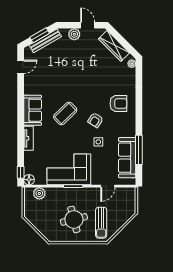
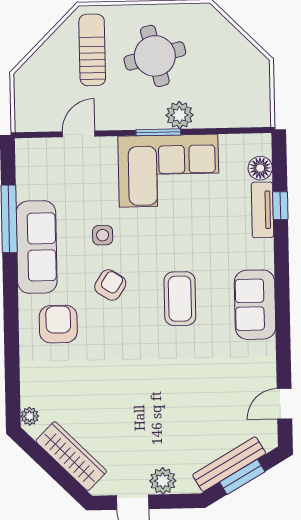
armchair: (118, 104) -> (58, 324), turned 90
coffee table: (65, 113) -> (180, 299), turned -46
tv unit: (28, 138) -> (262, 210), moved
sofa: (127, 158) -> (37, 247), moved
window: (21, 172) -> (280, 206), moved
floor lamp: (29, 180) -> (260, 168), moved
plant: (39, 193) -> (180, 115), moved

